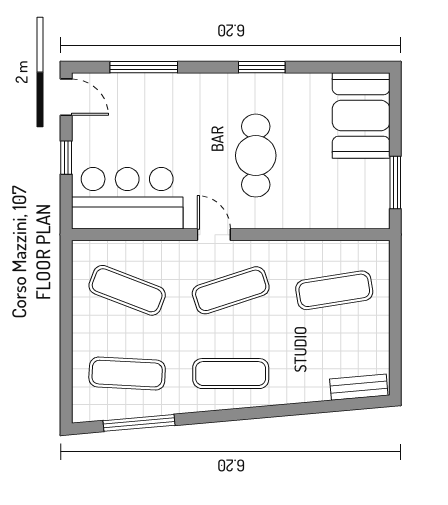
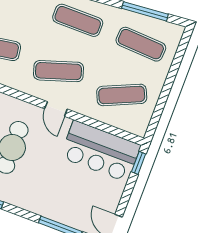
window: (66, 158) -> (139, 163), moved
exercise mat: (127, 290) -> (122, 95), turned -45

